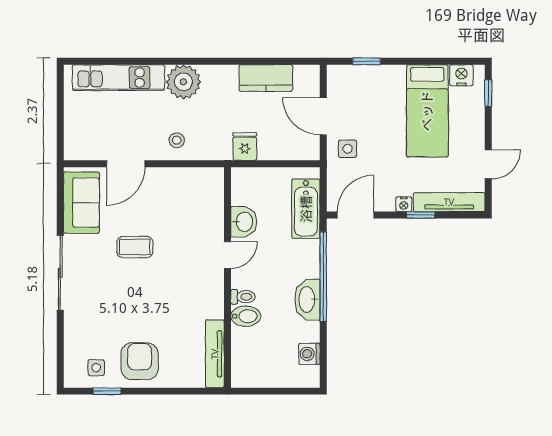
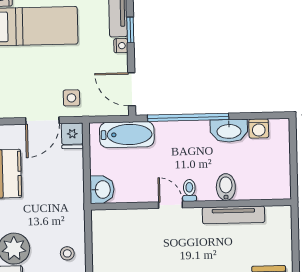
fridge: (245, 146) -> (72, 136), moved, turned -90
washbasin: (244, 222) -> (102, 190), moved, turned 90
toilet: (243, 297) -> (189, 190), moved
washbasin: (307, 300) -> (229, 131), moved
tv unit: (215, 354) -> (234, 215), moved

